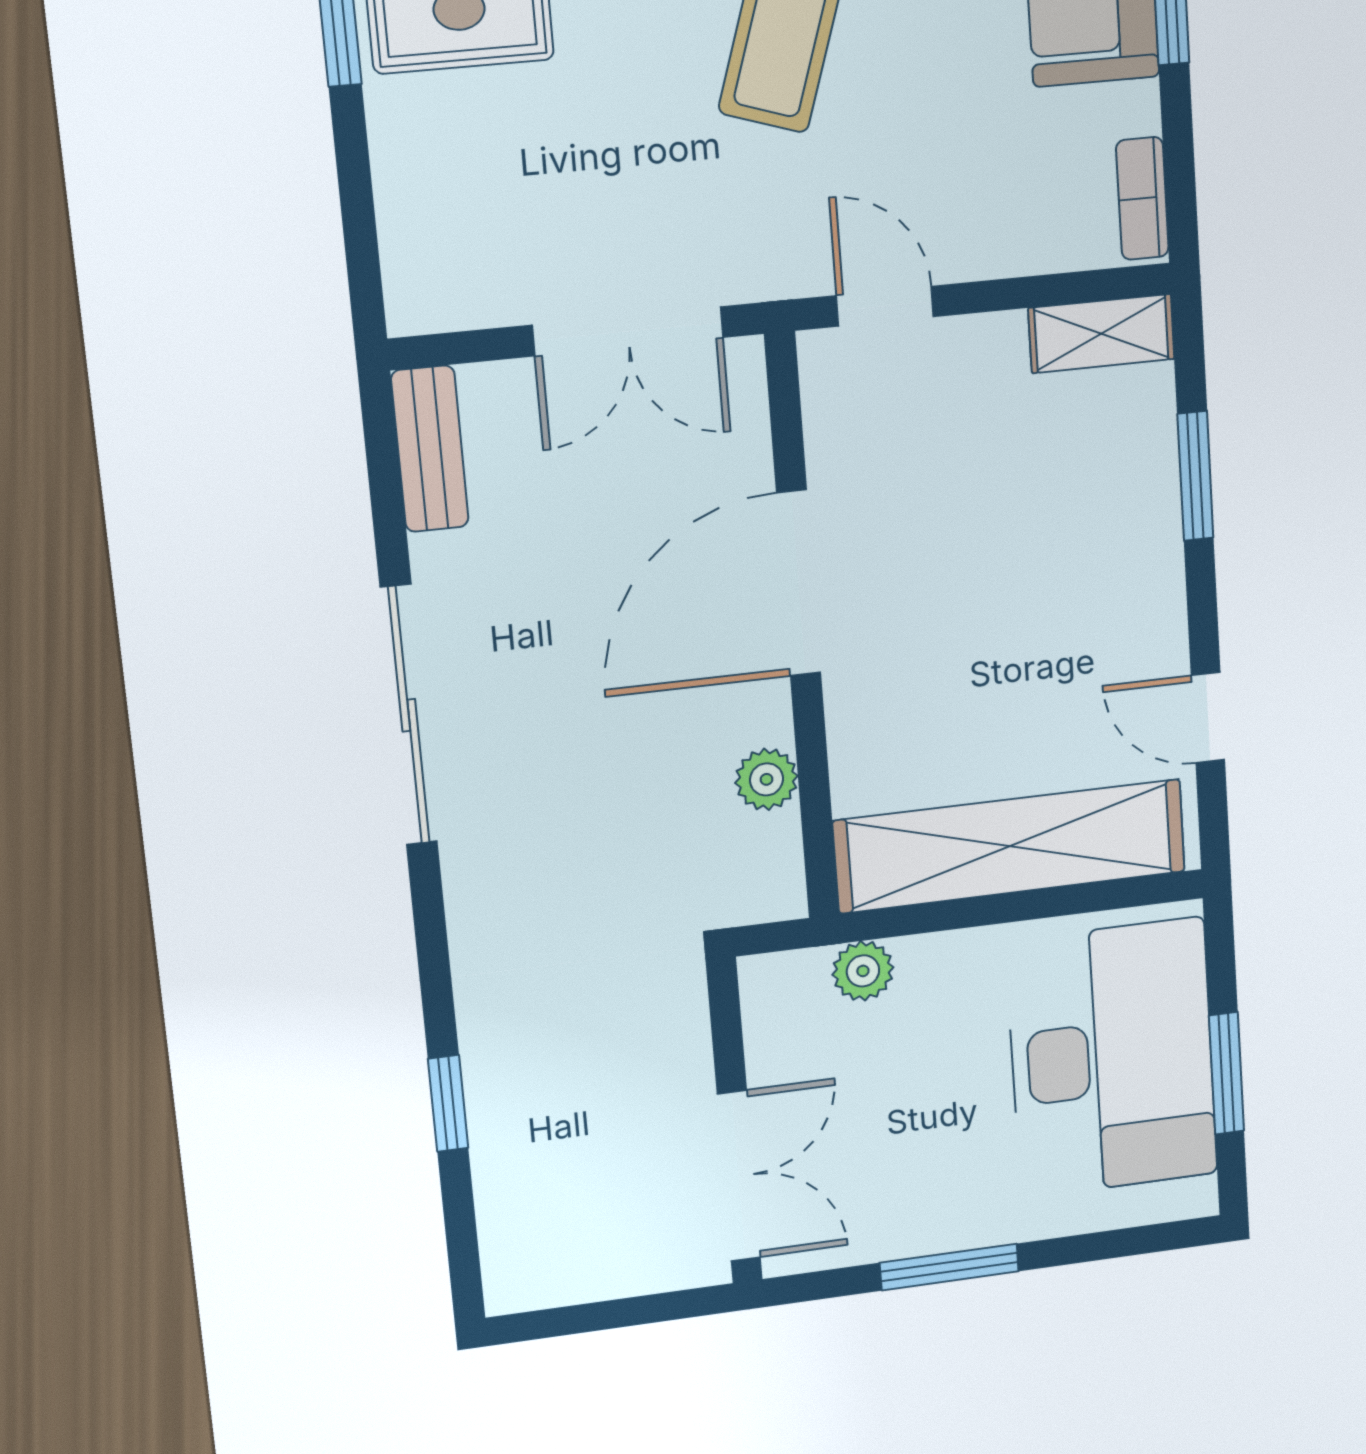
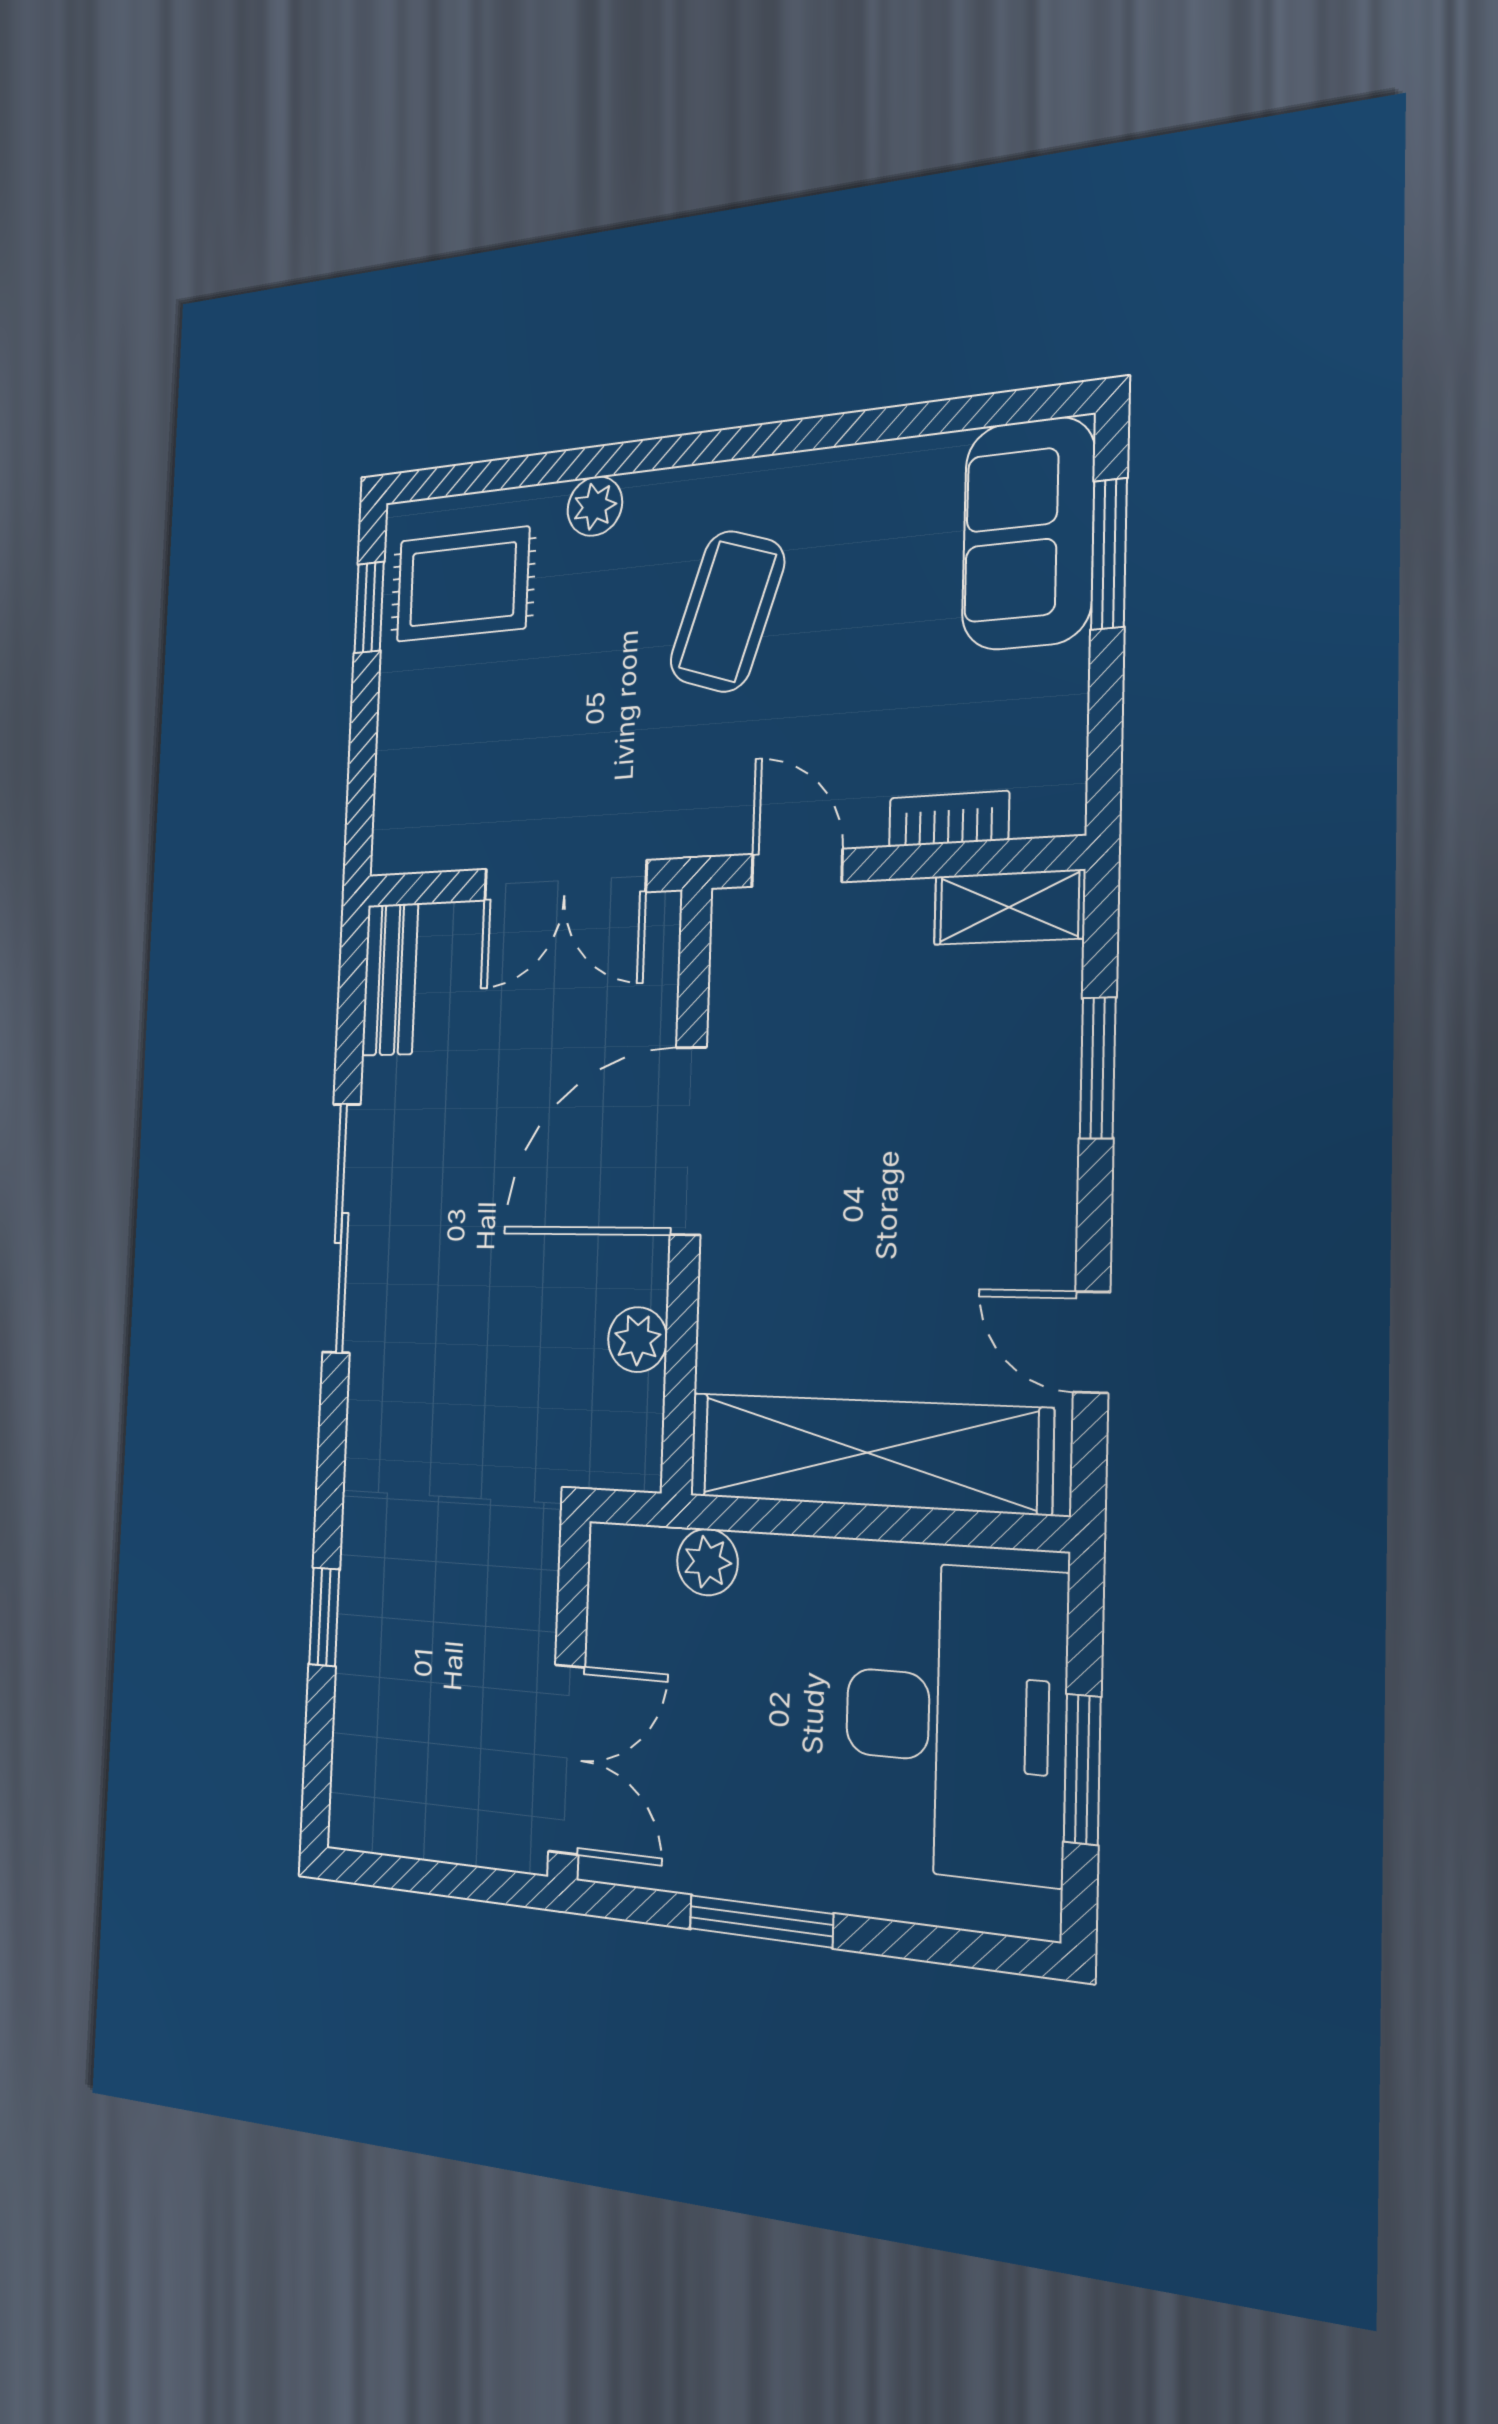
bookcase: (1142, 198) -> (949, 819), moved, turned 90

